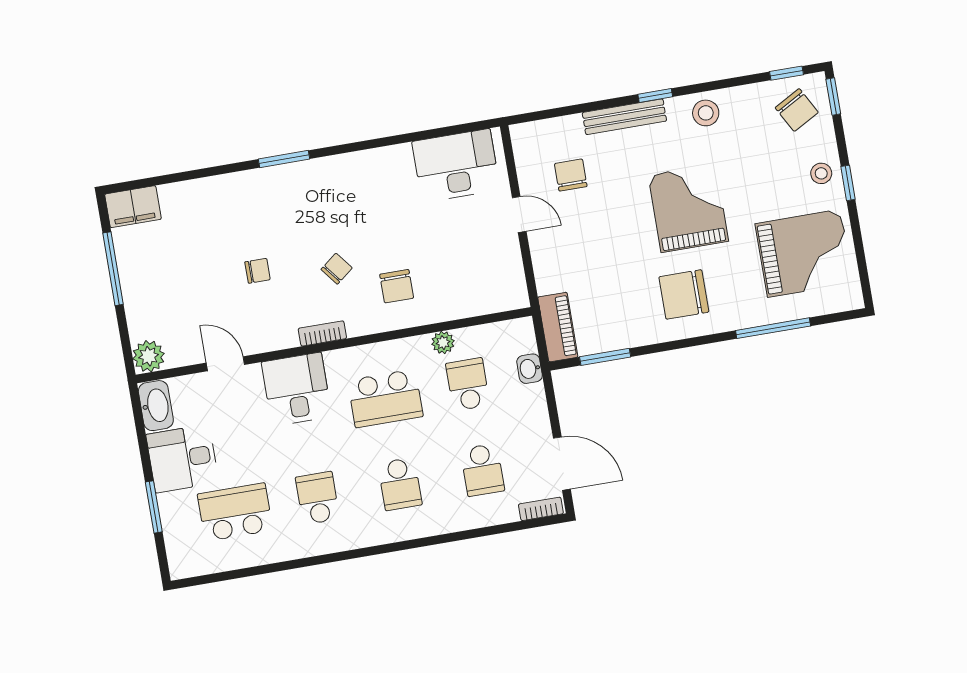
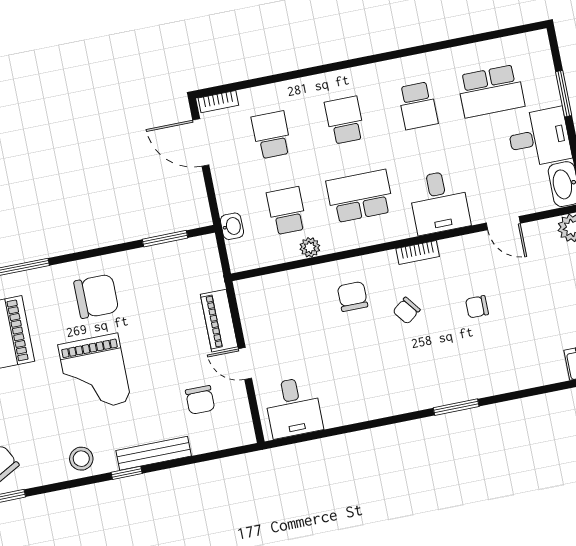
desk: (456, 166) -> (293, 407), width x0.73
piano: (558, 327) -> (219, 321), moved
school desk: (468, 384) -> (287, 211), turned 180

